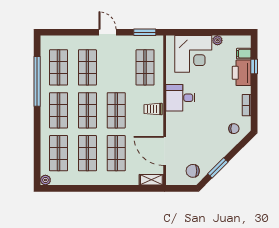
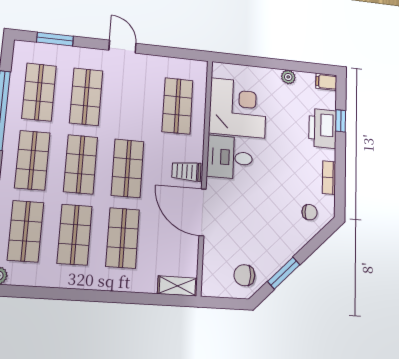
window: (145, 32) -> (55, 39), moved
corner desk: (193, 54) -> (238, 108), moved, turned -90
filing cabinet: (244, 54) -> (326, 82), moved
door: (165, 151) -> (203, 212), moved

